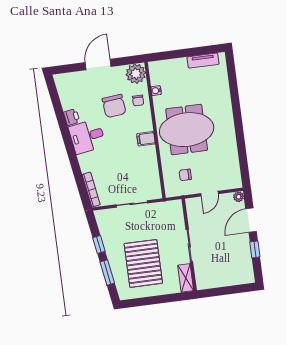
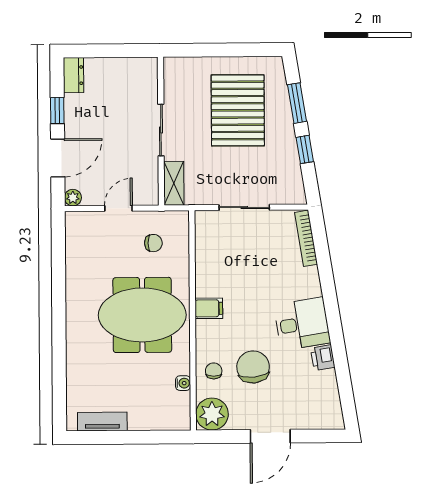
dresser: (248, 273) -> (74, 75), added
shelving: (186, 278) -> (174, 183), moved

